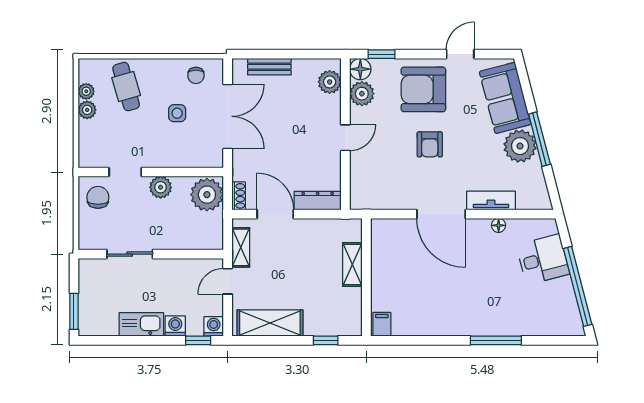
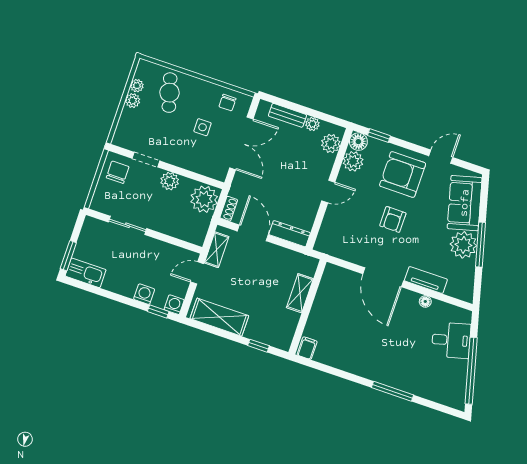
plant: (301, 67) -> (312, 124), added
kitchen sink: (141, 324) -> (86, 273), moved

